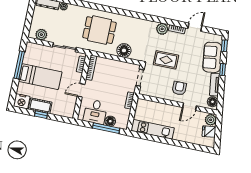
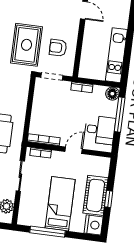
floor lamp: (124, 50) -> (19, 99), removed
rug: (166, 60) -> (27, 45), width x1.36, depth x1.43
armchair: (179, 88) -> (58, 48), moved
door: (81, 90) -> (74, 150), swing flipped
cot: (40, 106) -> (96, 195), width x1.37, depth x1.34
floor lamp: (110, 121) -> (112, 94), moved

